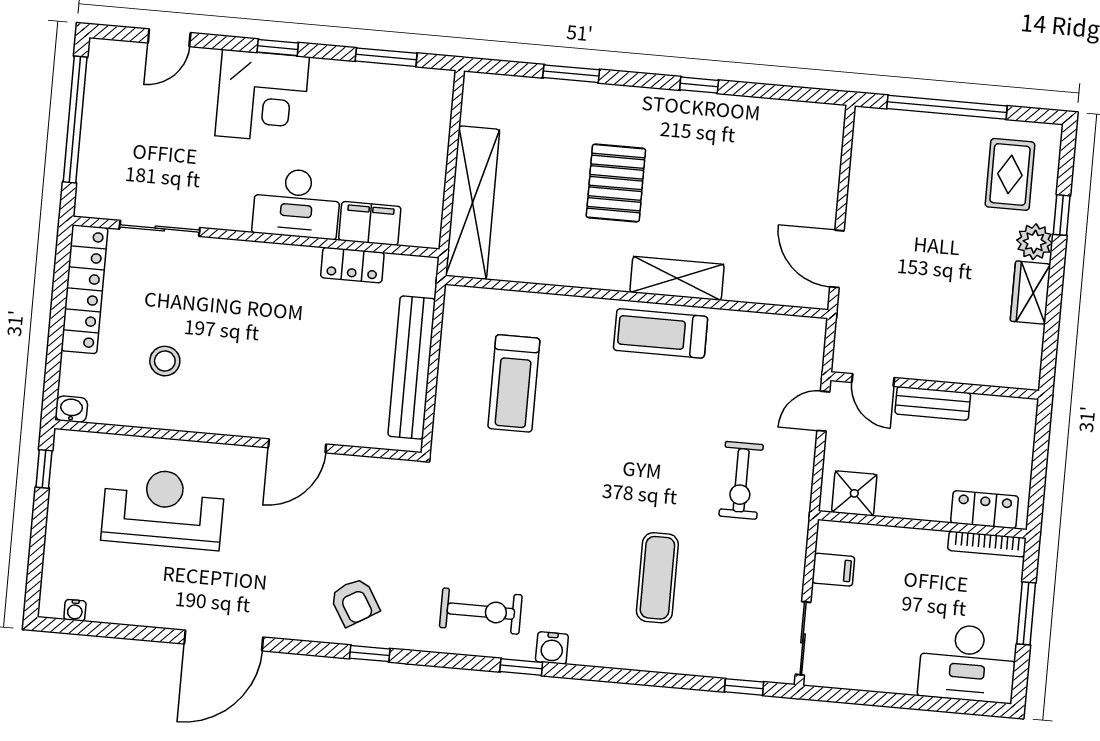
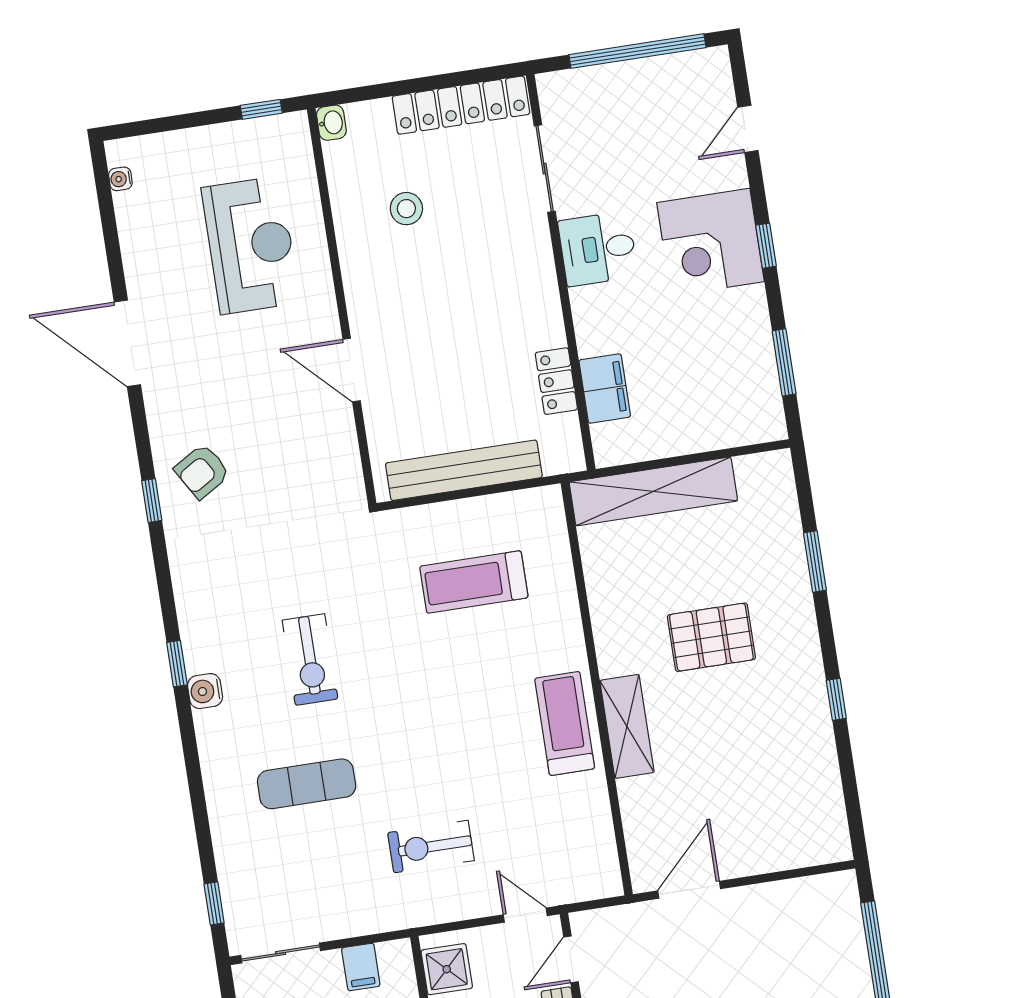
door: (169, 38) -> (748, 129), hinge flipped
desk: (297, 203) -> (598, 249), moved, width x0.73
exercise bike: (481, 611) -> (310, 660), moved

